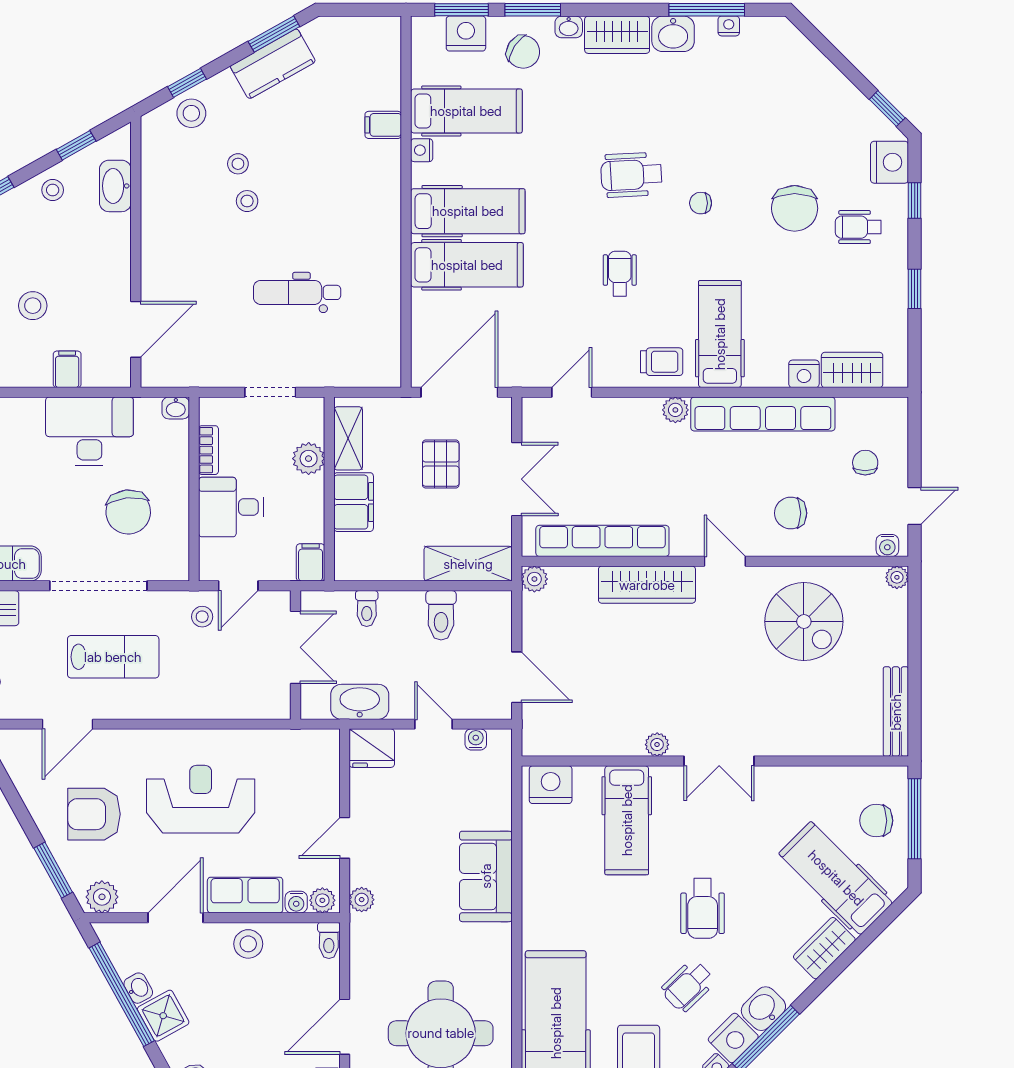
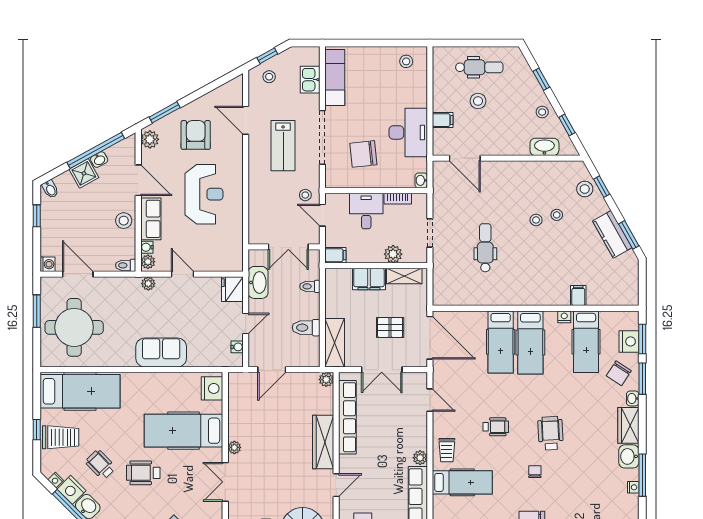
hospital bed: (627, 820) -> (183, 431), width x1.37, depth x1.29

